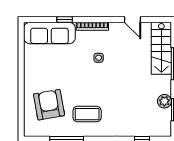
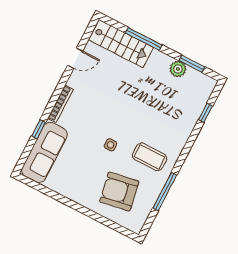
side table: (99, 58) -> (111, 145), moved
coffee table: (87, 114) -> (149, 157), turned 90

